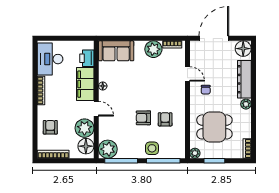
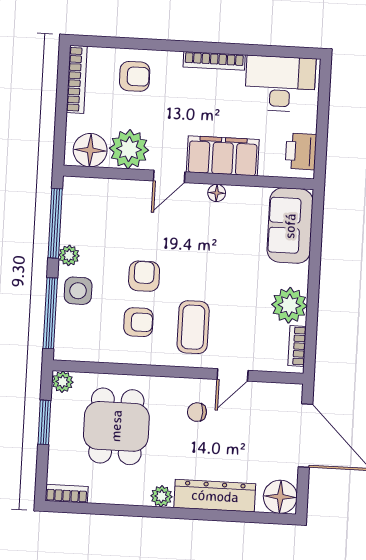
printer: (87, 58) -> (301, 151), moved, turned -90
coffee table: (166, 94) -> (193, 327), added
plant: (108, 149) -> (69, 255), moved, width x0.53, depth x0.53

